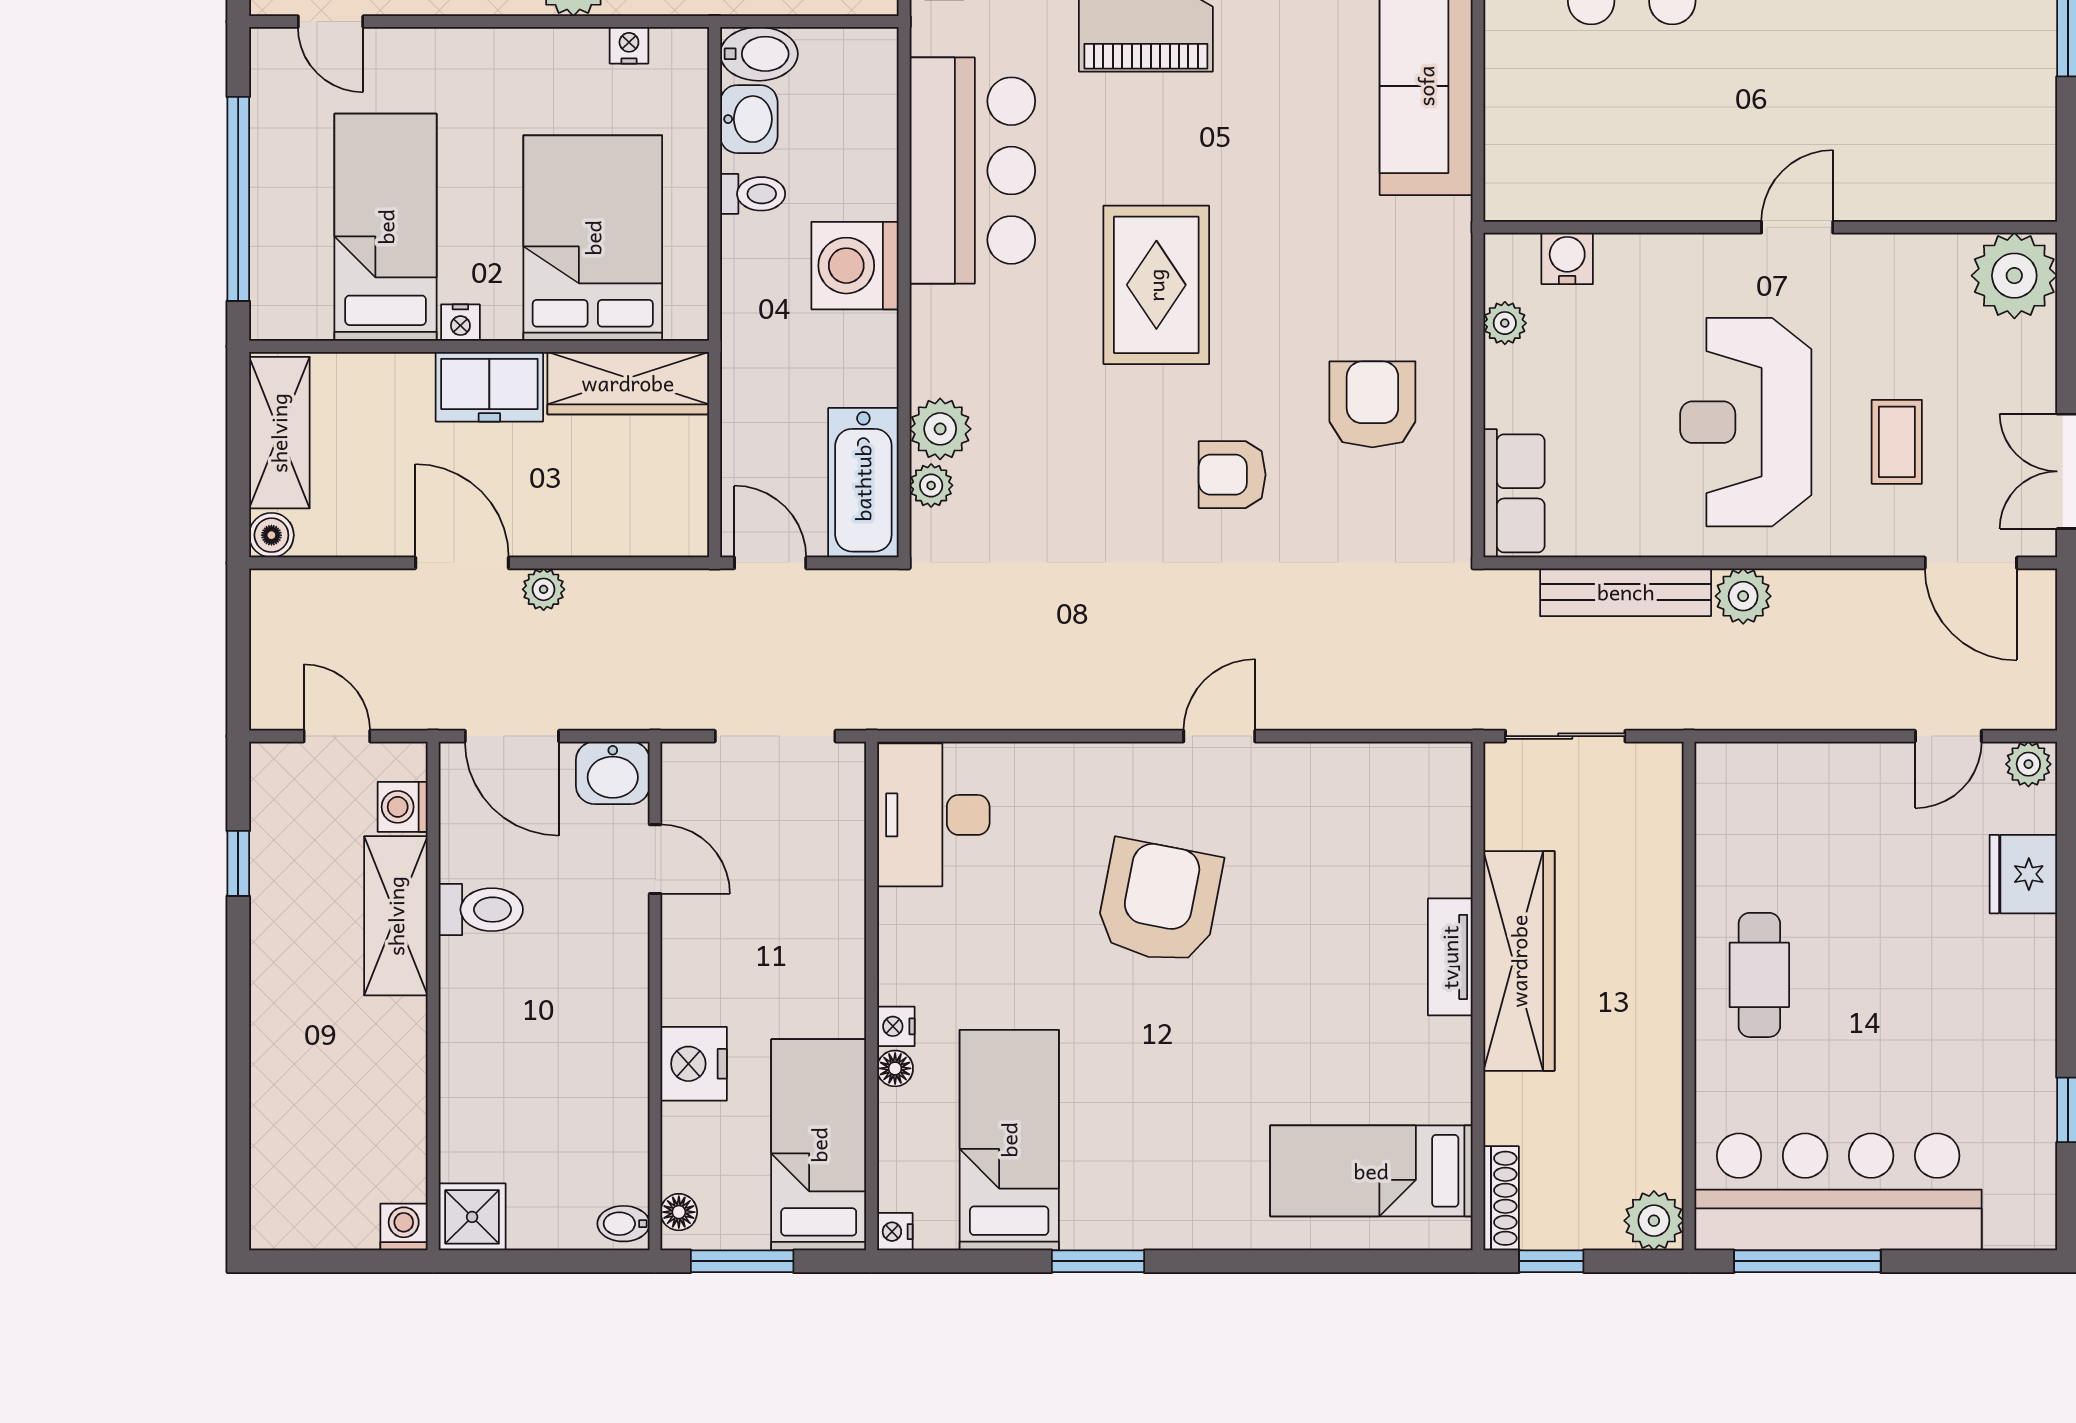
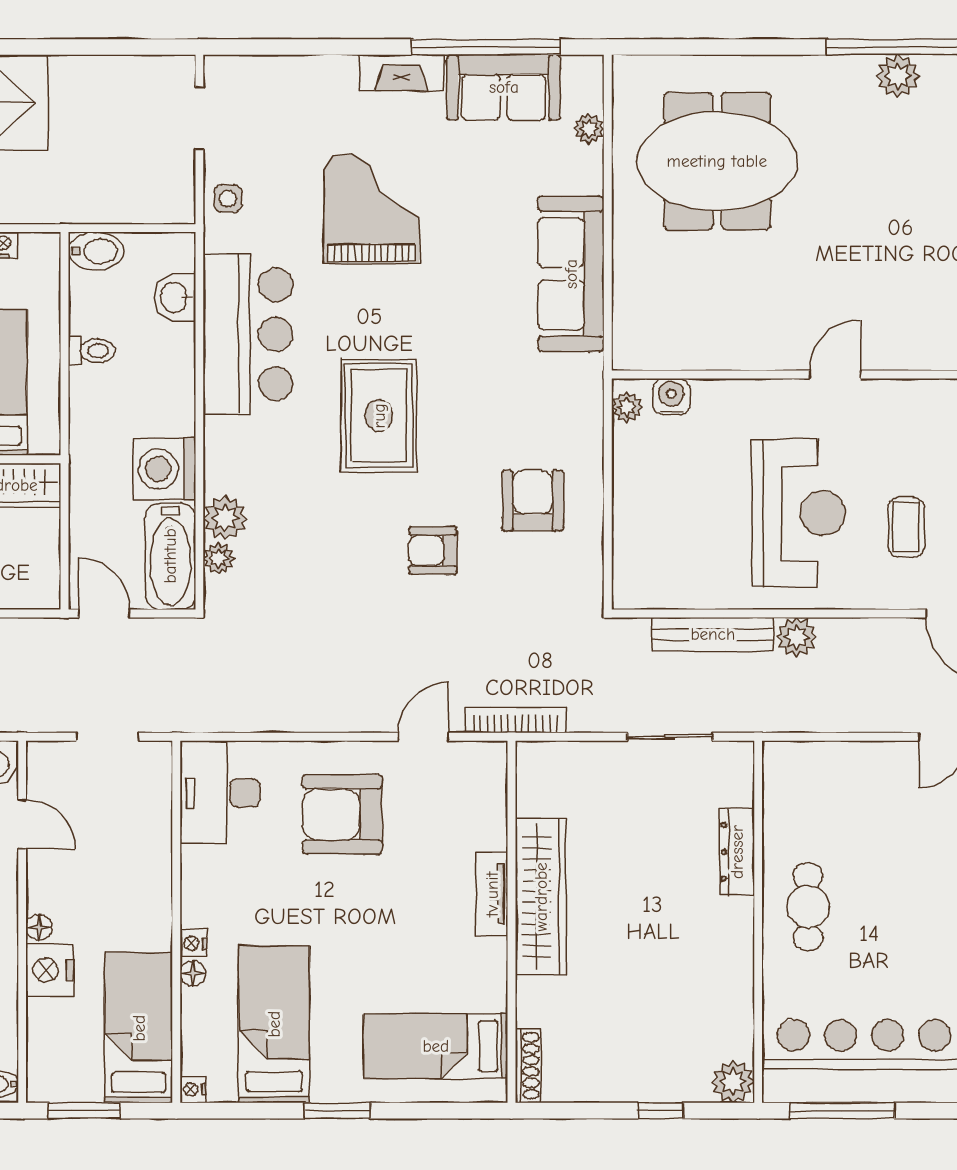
washbasin: (749, 119) -> (175, 298), moved, turned 180
washing machine: (855, 266) -> (164, 469), moved
plant: (1505, 323) -> (627, 407), moved
reception desk: (1746, 422) -> (799, 513), turned 180
row of seats: (1514, 493) -> (634, 564), removed
bookcase: (1348, 713) -> (515, 720), added
doorway: (775, 736) -> (108, 737), width x0.73
dresser: (1660, 898) -> (737, 852), added
armchair: (1159, 902) -> (342, 814), moved, turned -101
tv unit: (1450, 957) -> (492, 894), moved
wardrobe: (1519, 961) -> (541, 897), moved
wall: (1478, 996) -> (511, 922), moved
bed: (1371, 1171) -> (436, 1046), moved
shoe rack: (1501, 1198) -> (528, 1066), moved
floor lamp: (679, 1212) -> (39, 928), moved

